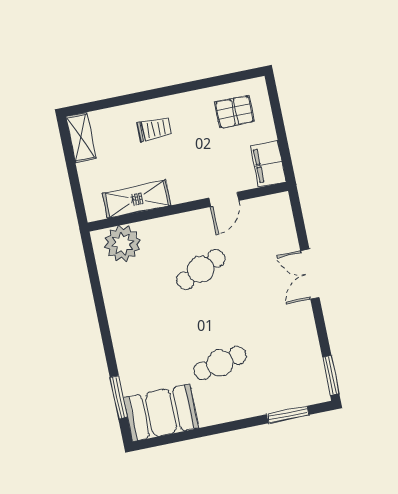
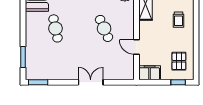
window: (275, 105) -> (178, 82), added

